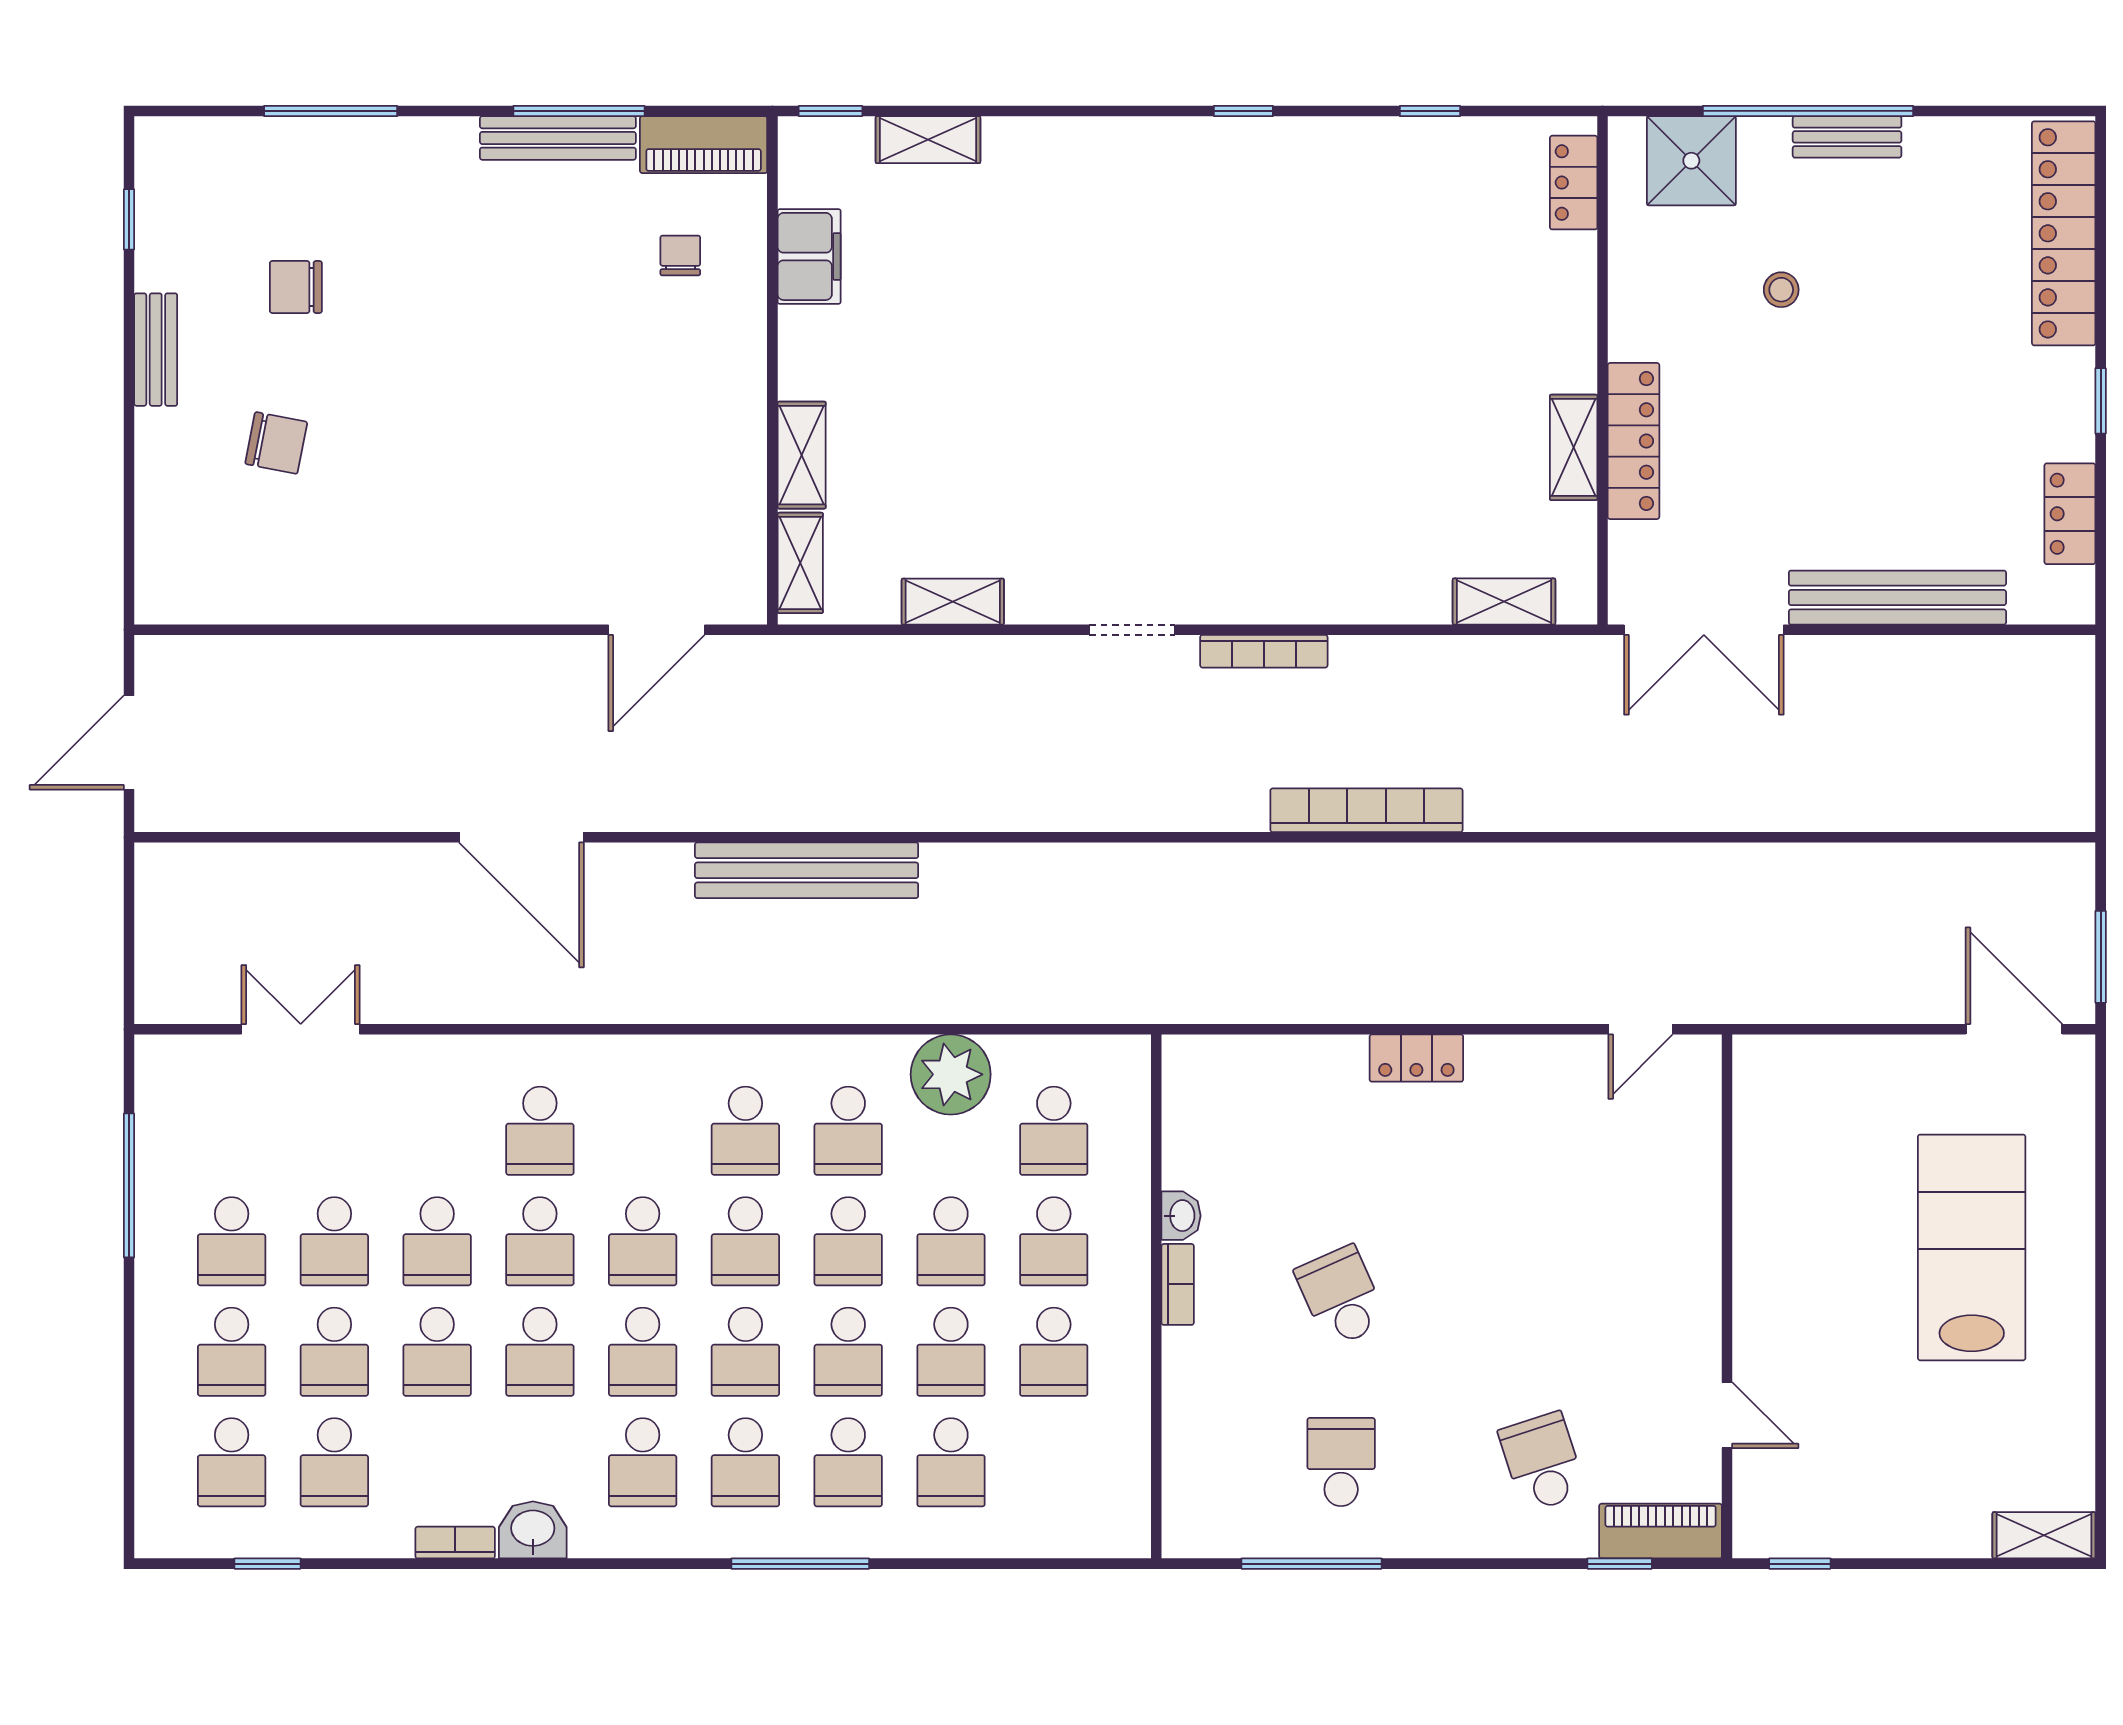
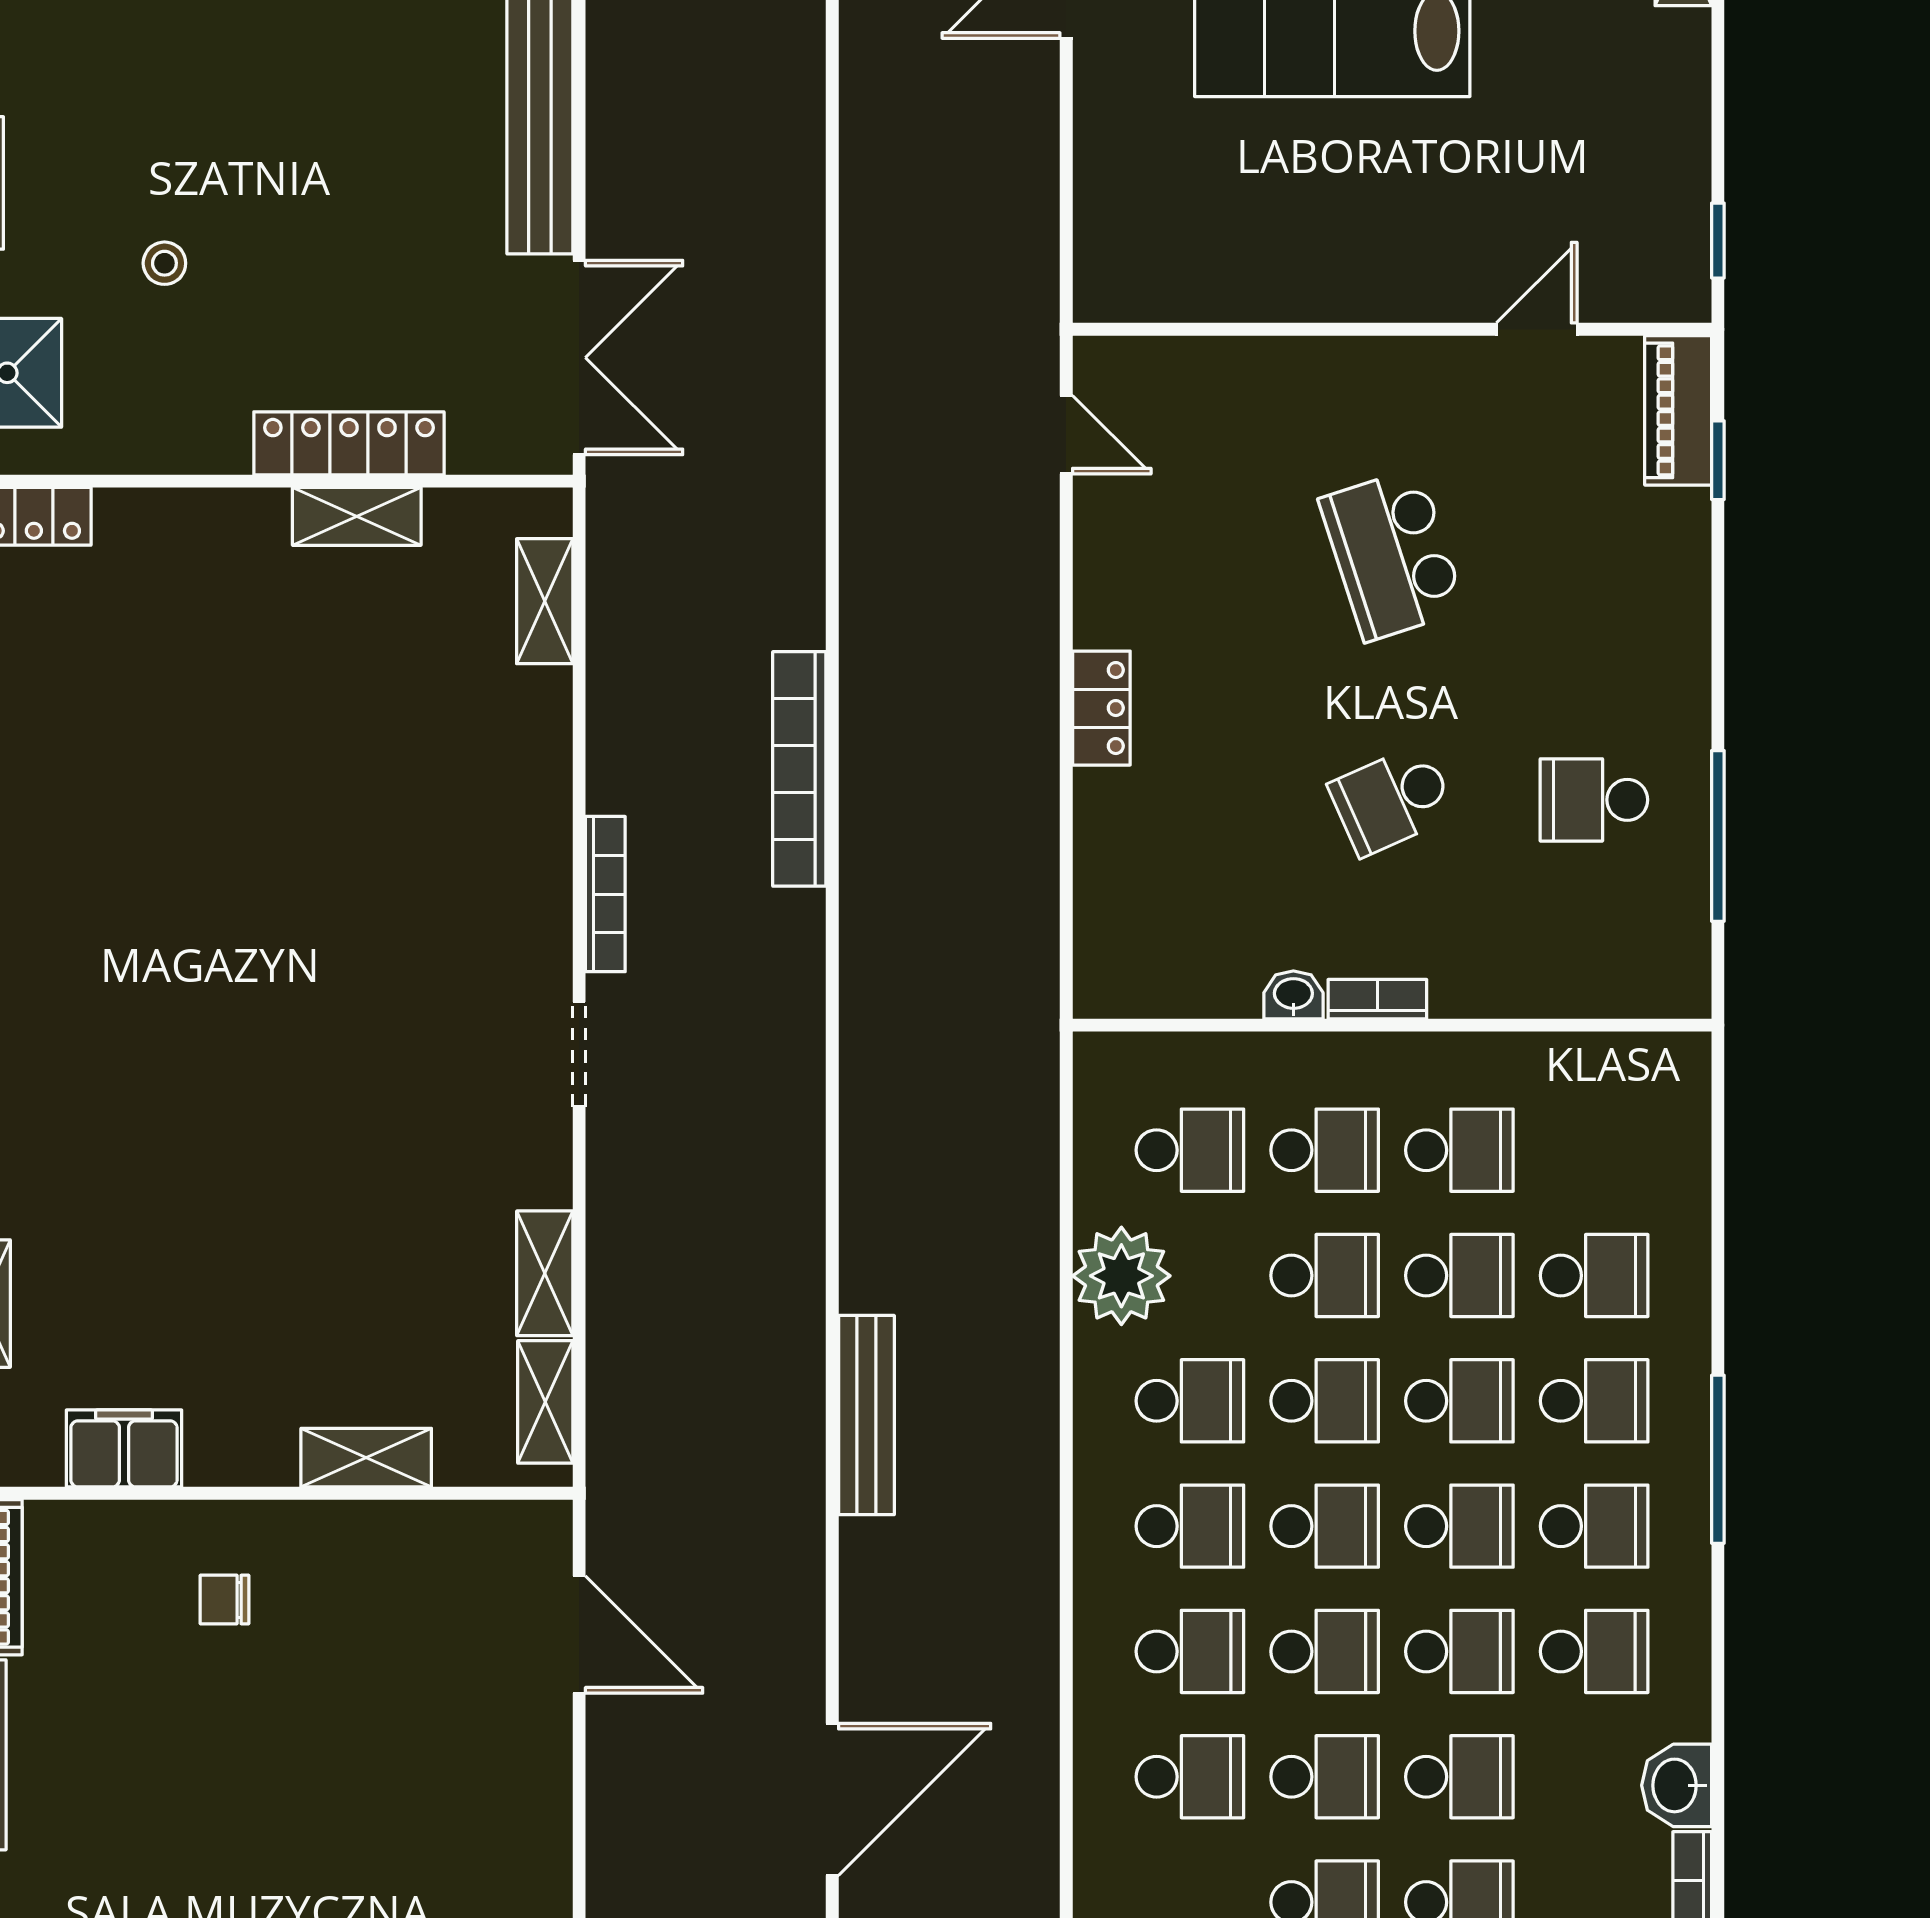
chair: (680, 255) -> (224, 1600), moved
shelving: (800, 563) -> (545, 1402), moved, turned 90
bench: (807, 870) -> (866, 1415), width x0.73, depth x0.82
school desk: (643, 1131) -> (1190, 1651), added
school desk: (1542, 1462) -> (1392, 555), moved, width x1.85

